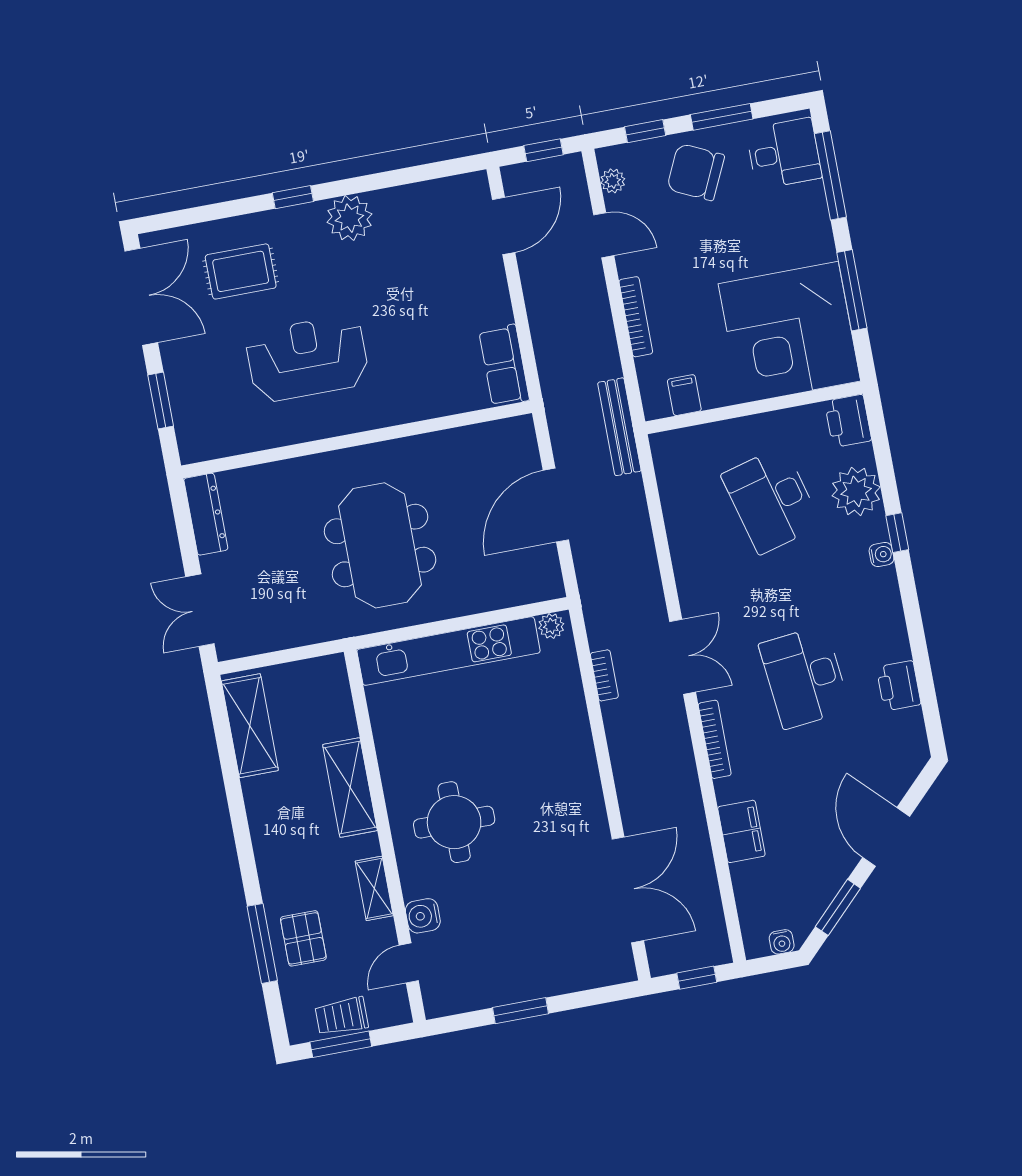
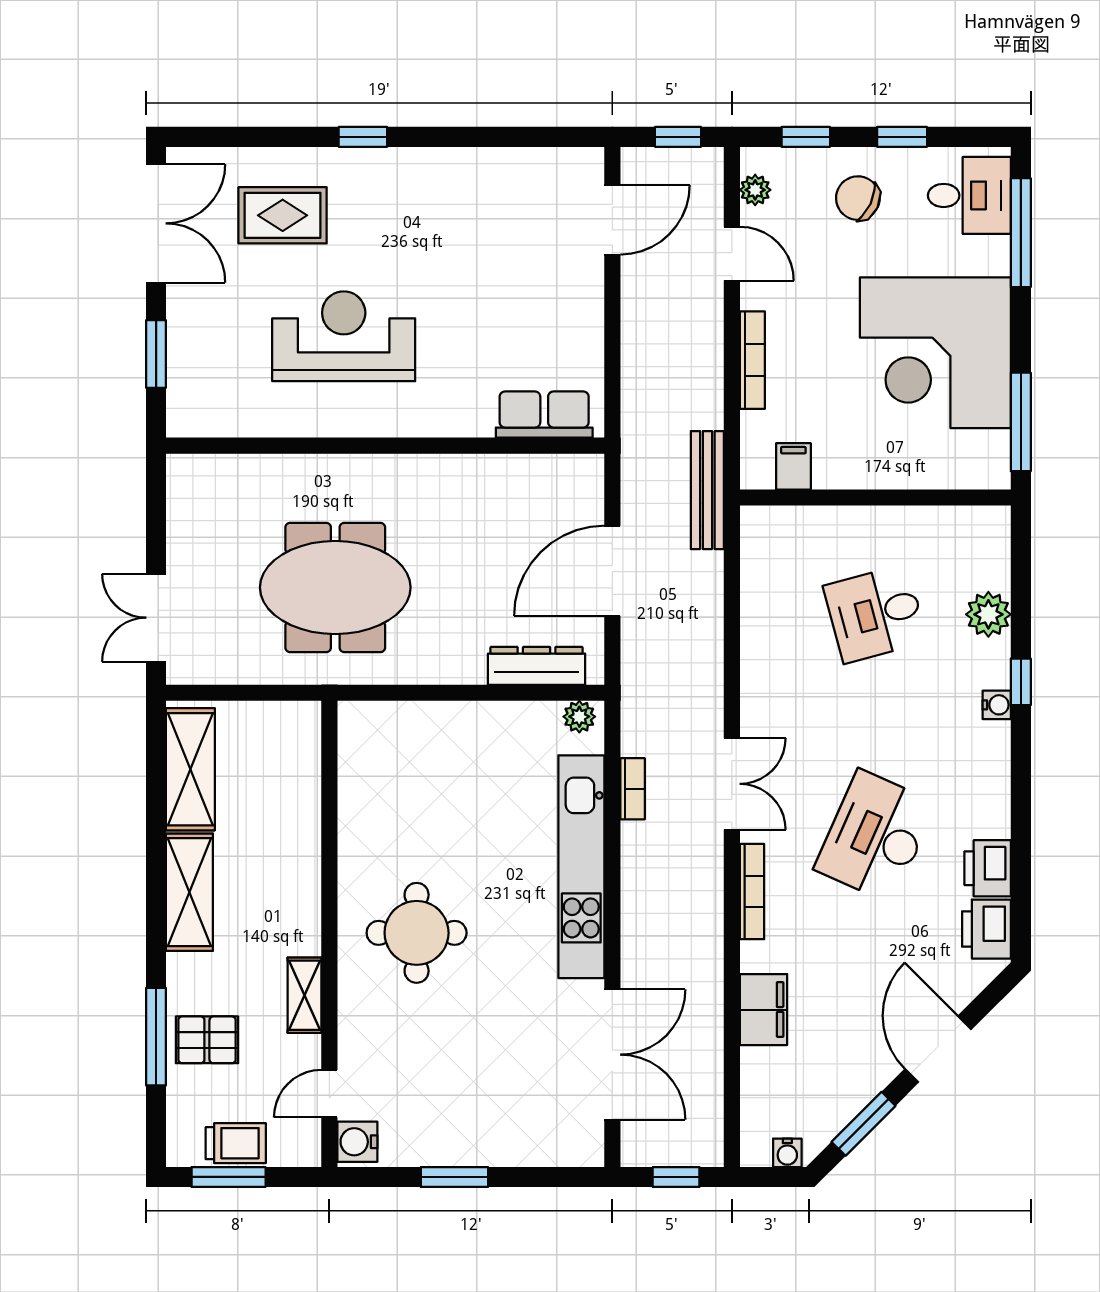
window: (722, 117) -> (902, 137), width x0.67
chair: (696, 172) -> (858, 198), width x0.73, depth x0.73
plant: (349, 218) -> (427, 175), removed
window: (852, 290) -> (1021, 422), moved
corner desk: (789, 332) -> (935, 353), moved
row of seats: (504, 365) -> (544, 415), moved, turned 90
printer: (848, 421) -> (986, 929), moved
plant: (856, 491) -> (988, 614), width x0.73, depth x0.73
desk: (771, 500) -> (875, 614), width x0.73
dresser: (206, 514) -> (537, 666), moved, turned -90
meeting table: (380, 545) -> (335, 587), moved, turned 90
kitchen unit: (449, 651) -> (581, 867), moved, turned 90
desk: (805, 677) -> (875, 836), turned 30
shelving: (350, 788) -> (189, 892), moved
water cooler: (423, 916) -> (357, 1142), moved
pallet: (303, 938) -> (207, 1040), turned 90
trolley: (342, 1016) -> (236, 1143), turned 180

